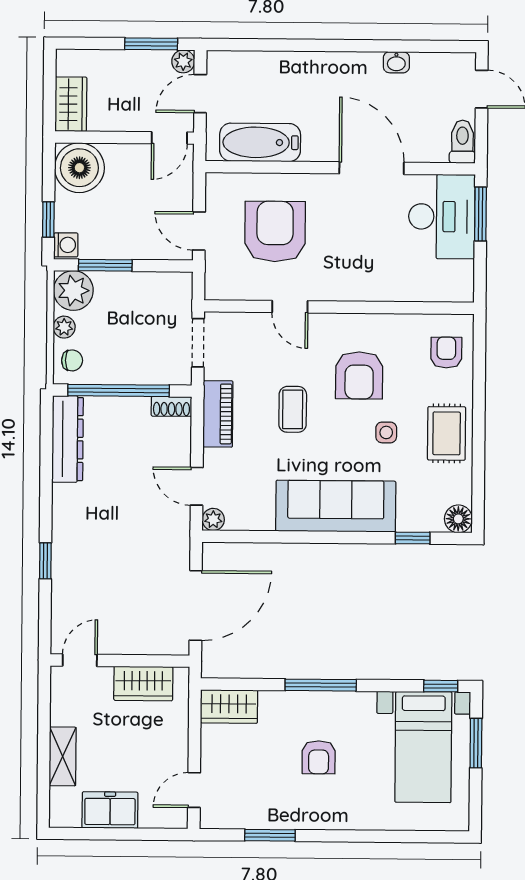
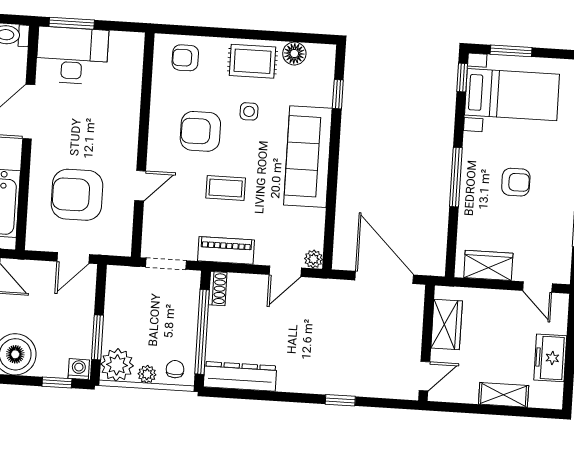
armchair: (359, 375) -> (200, 131), turned 180
floor lamp: (458, 519) -> (294, 54), moved
door: (80, 660) -> (424, 376), swing flipped
wardrobe: (229, 706) -> (488, 265), moved, turned -90

